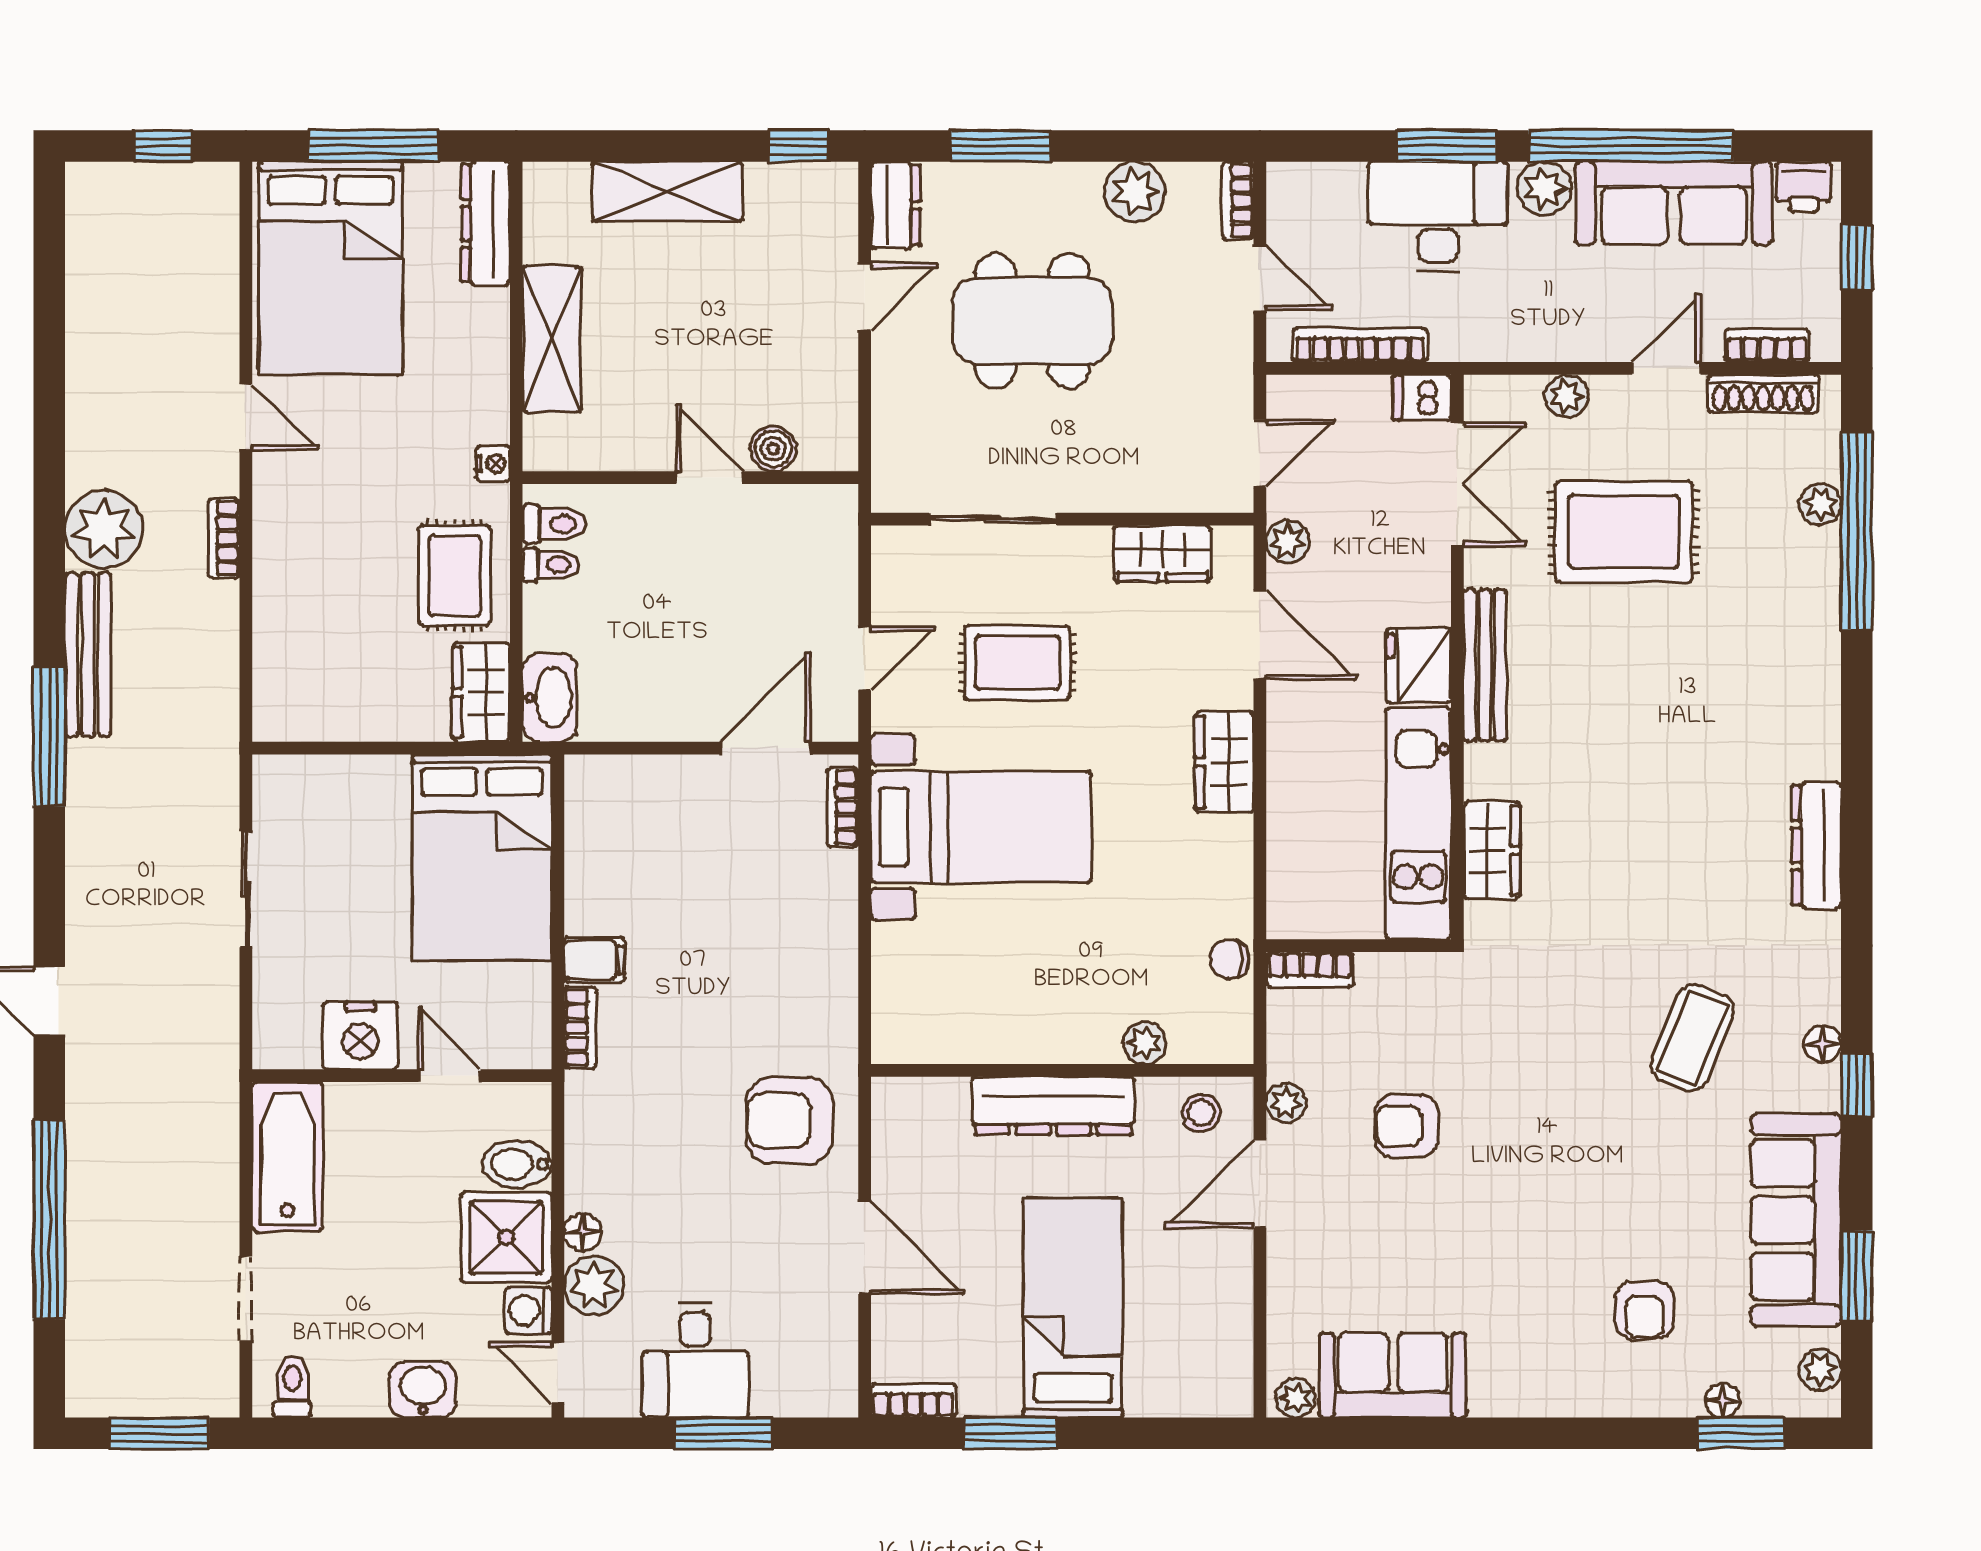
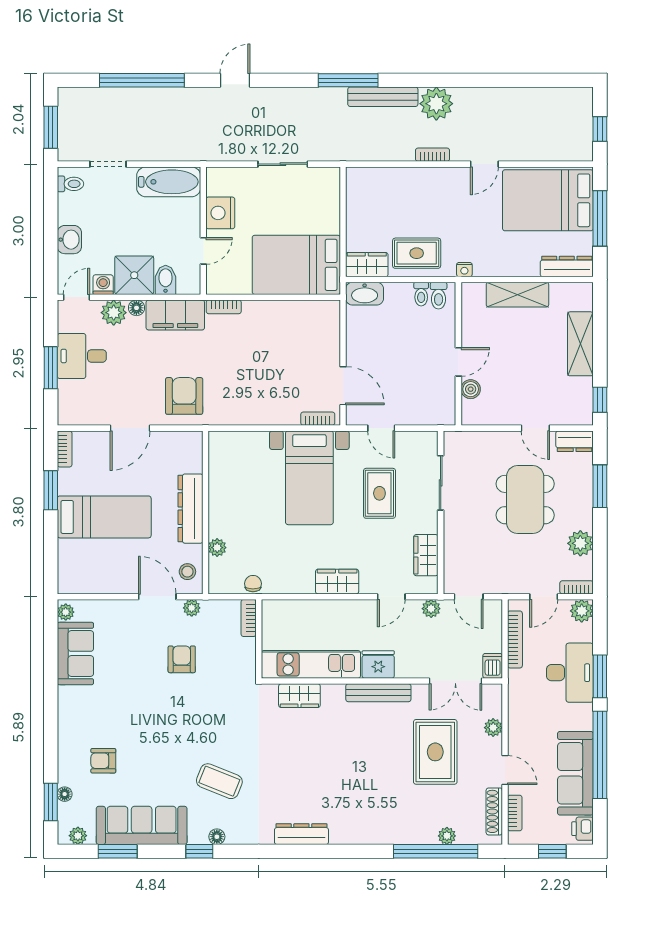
plant: (1544, 189) -> (582, 611), moved
door: (1260, 635) -> (391, 597), width x0.73
filing cabinet: (594, 960) -> (175, 315), moved, width x3.00, depth x1.17

